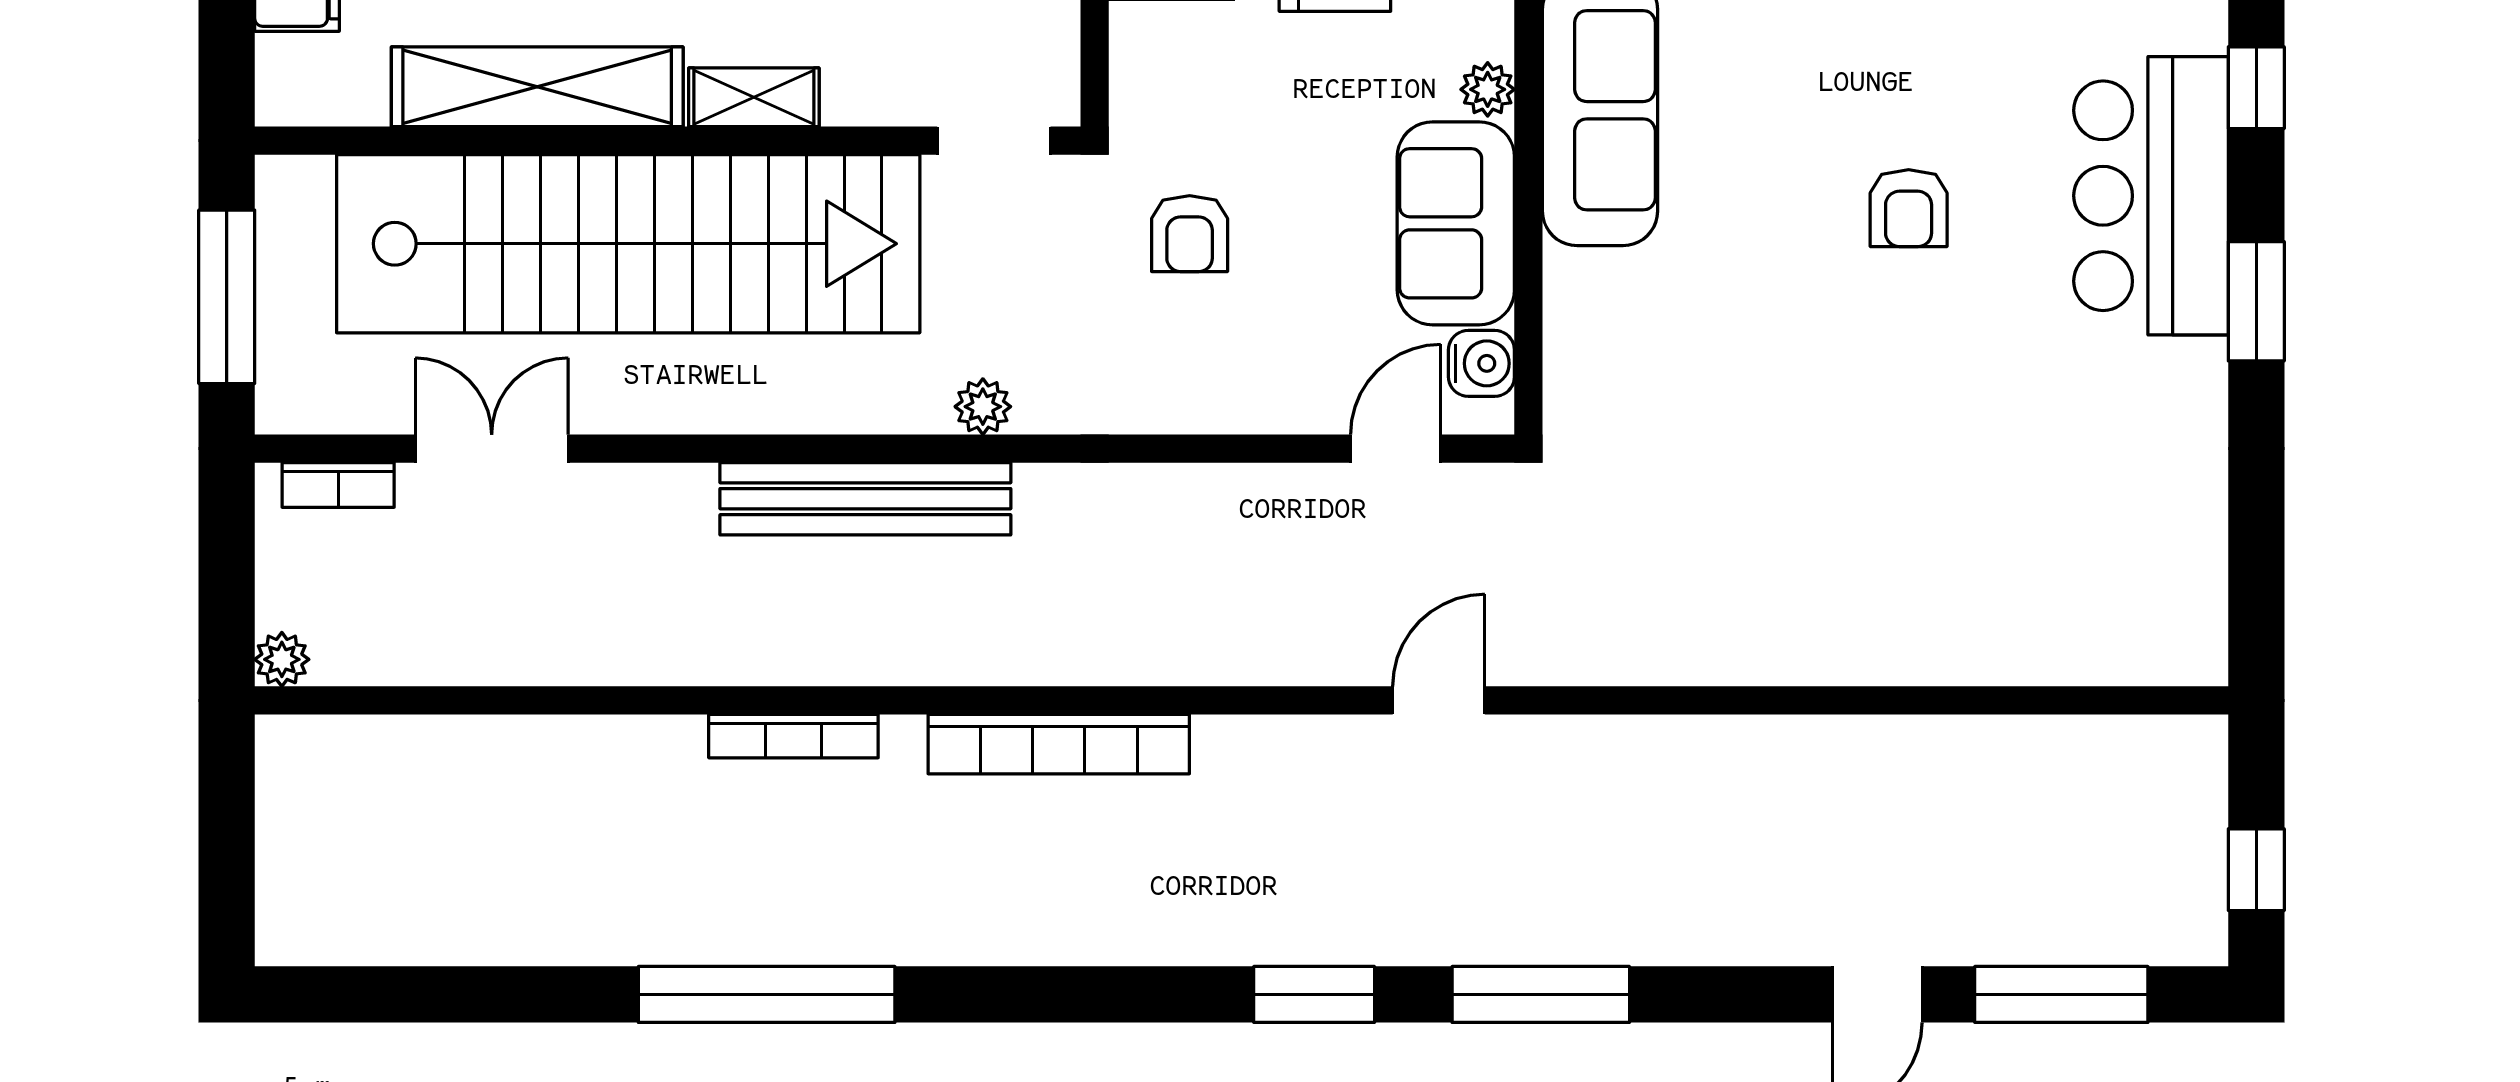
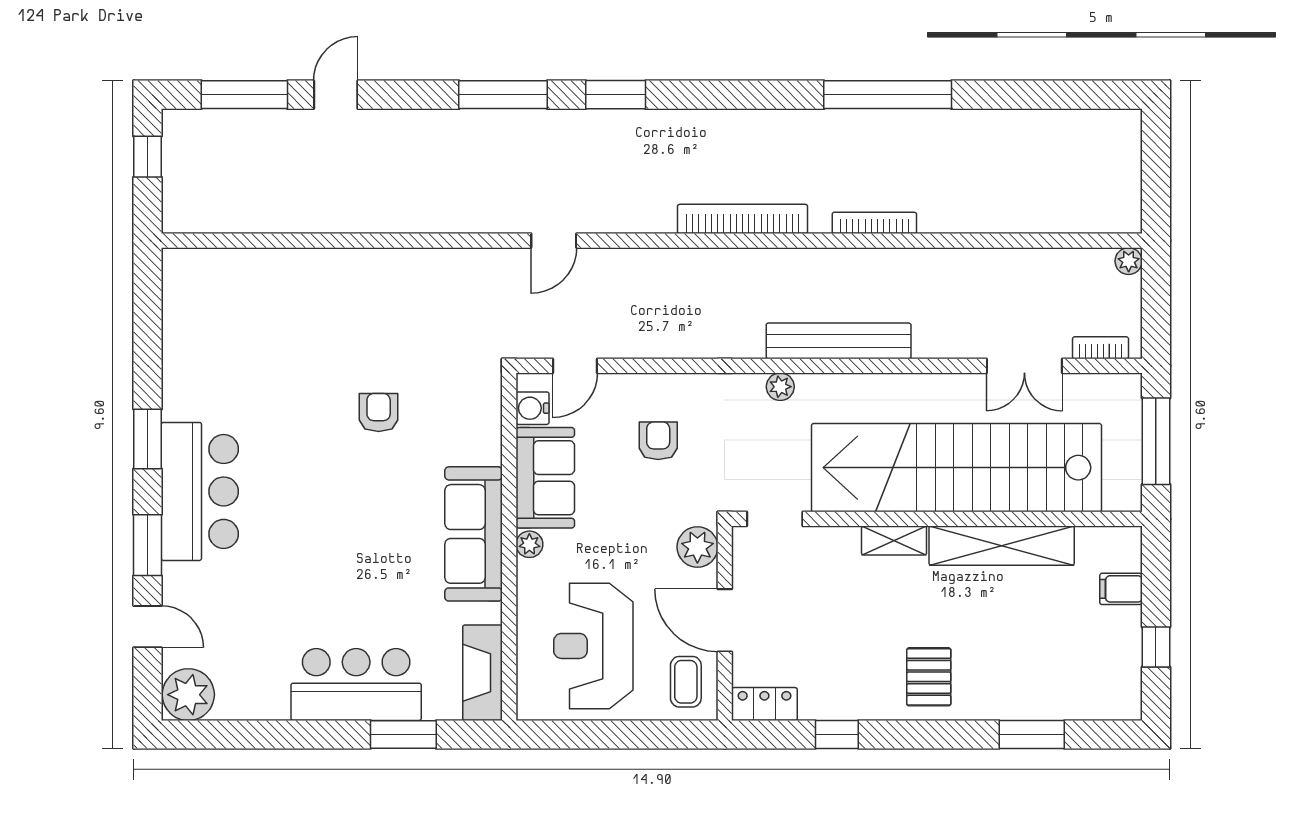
plant: (1149, 84) -> (697, 547), added
window: (2256, 88) -> (147, 545), width x1.50
armchair: (1909, 208) -> (379, 412), moved
armchair: (1190, 234) -> (658, 441), moved

